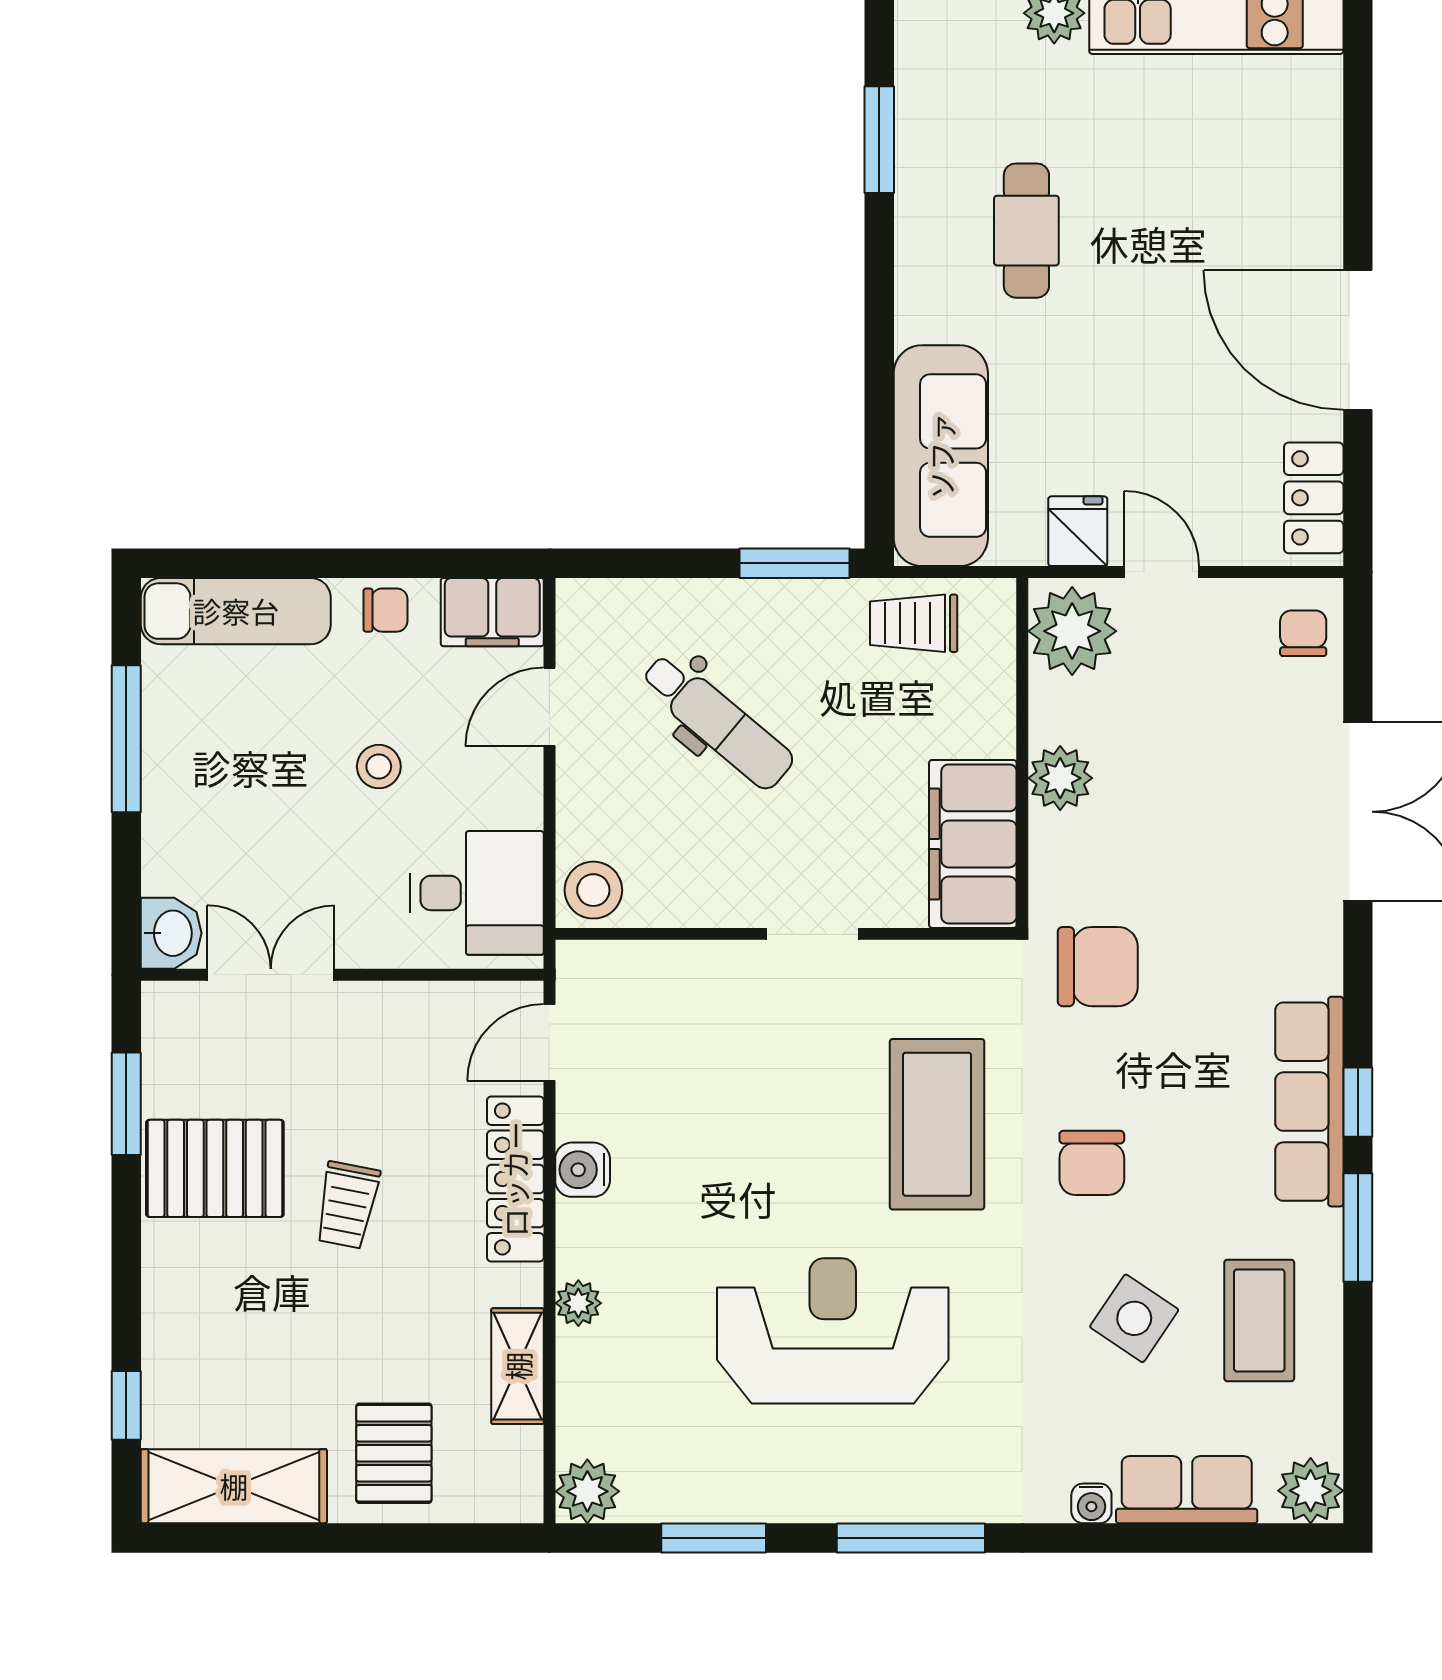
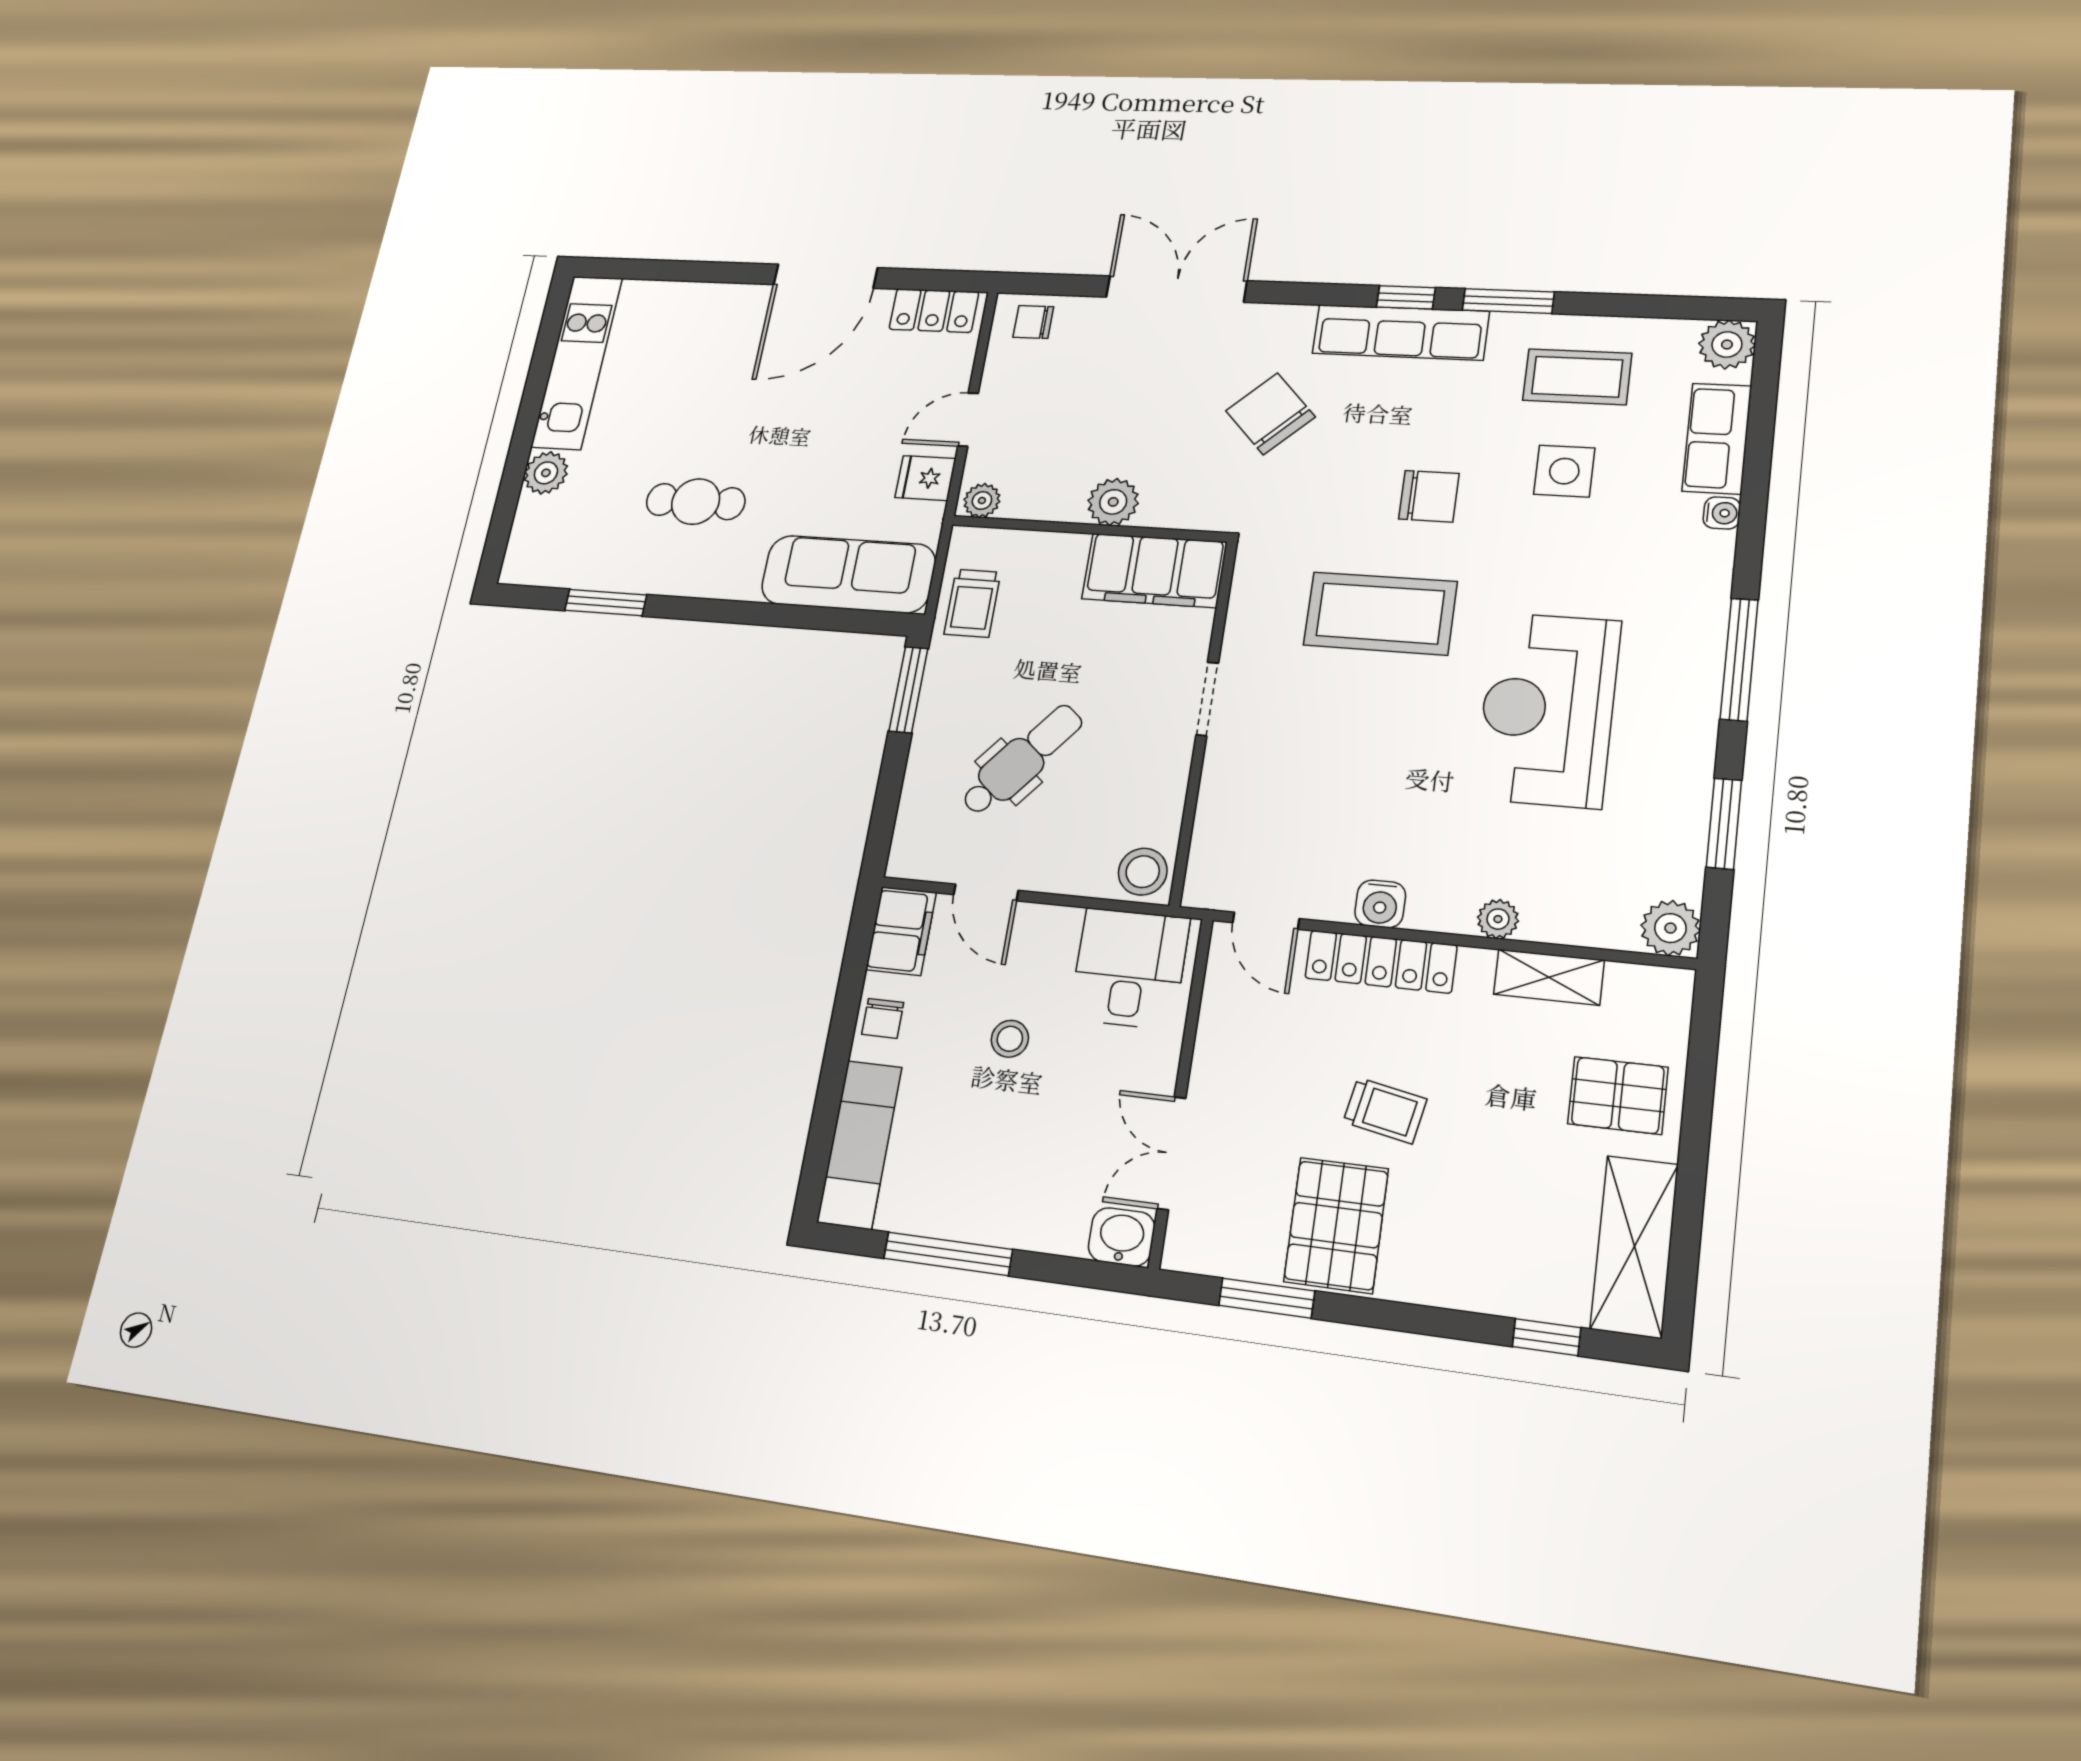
chair: (385, 610) -> (883, 1018), turned 180
plant: (1072, 631) -> (982, 501), width x0.53, depth x0.53
chair: (1098, 967) -> (1270, 414), moved, turned -44
side table: (1134, 1318) -> (1564, 471), turned -34

